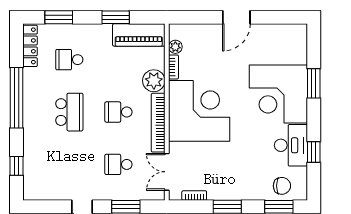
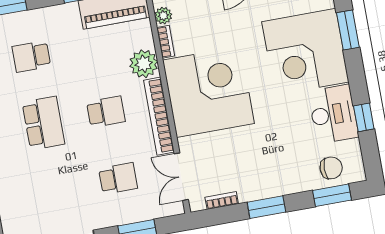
school desk: (118, 112) -> (106, 112), turned 180
school desk: (118, 164) -> (118, 178), turned 180

